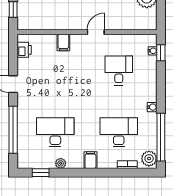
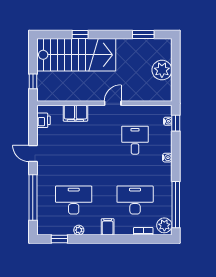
filing cabinet: (63, 43) -> (75, 113), width x2.00
water cooler: (152, 107) -> (167, 158), moved

